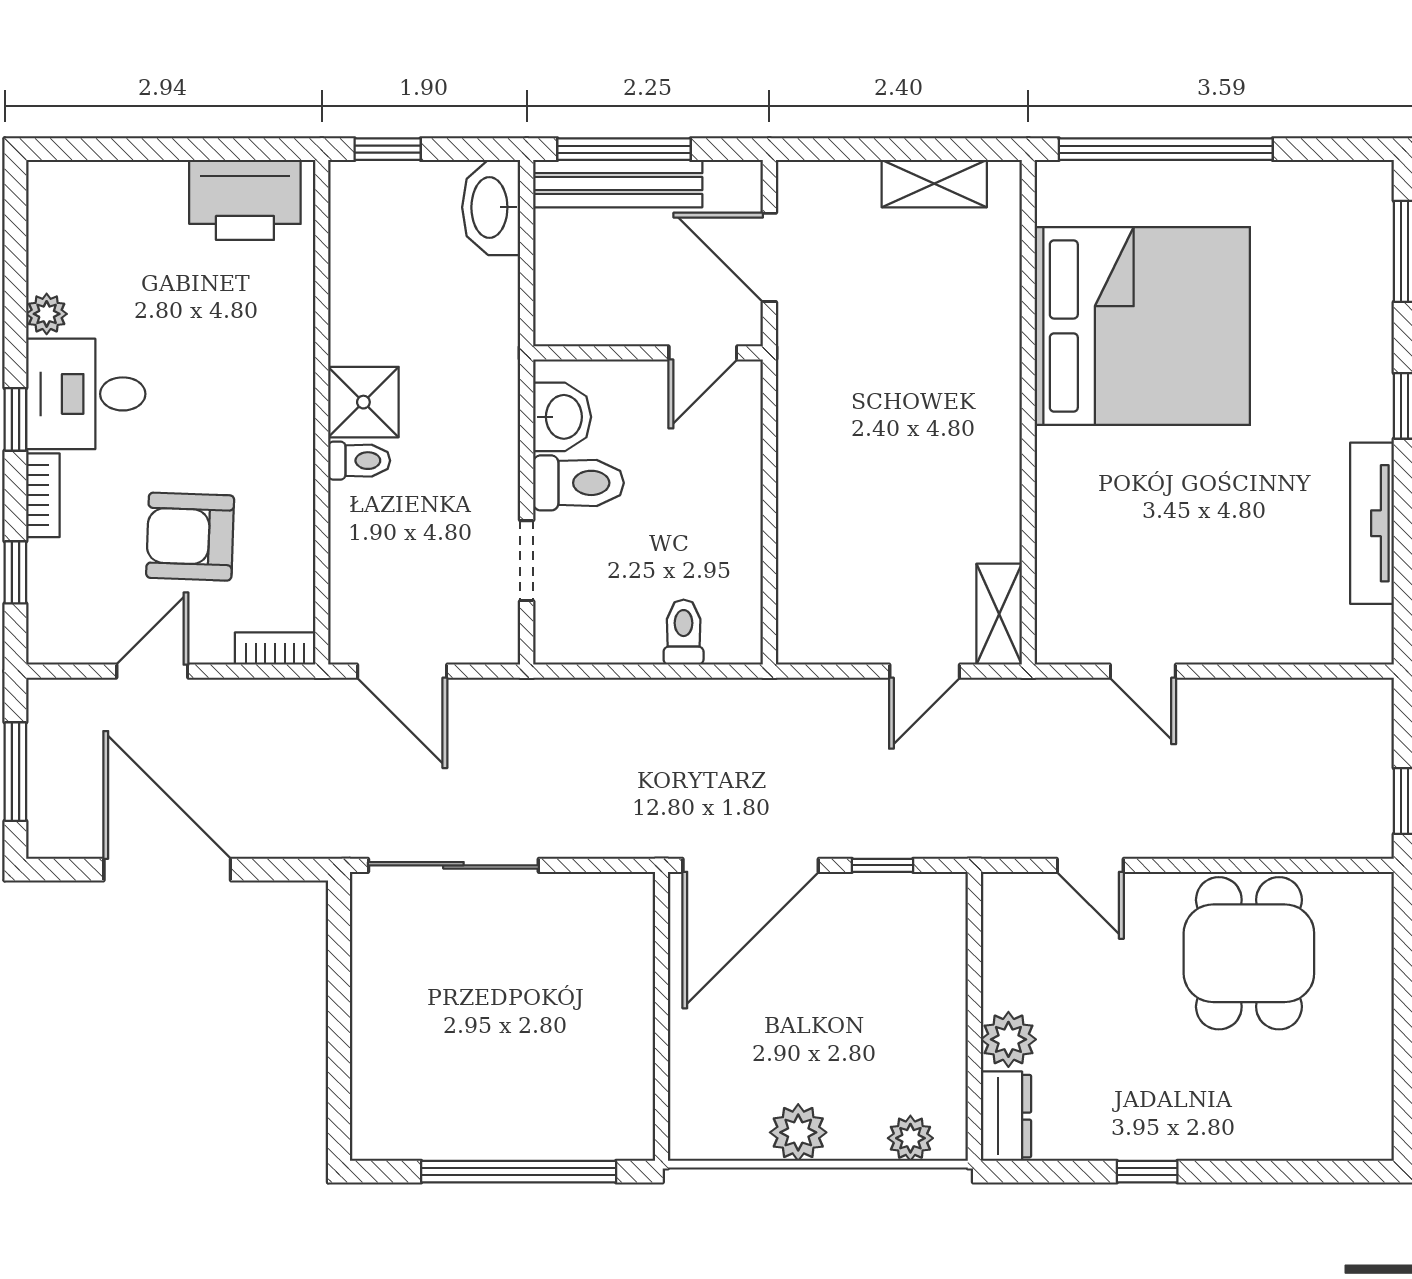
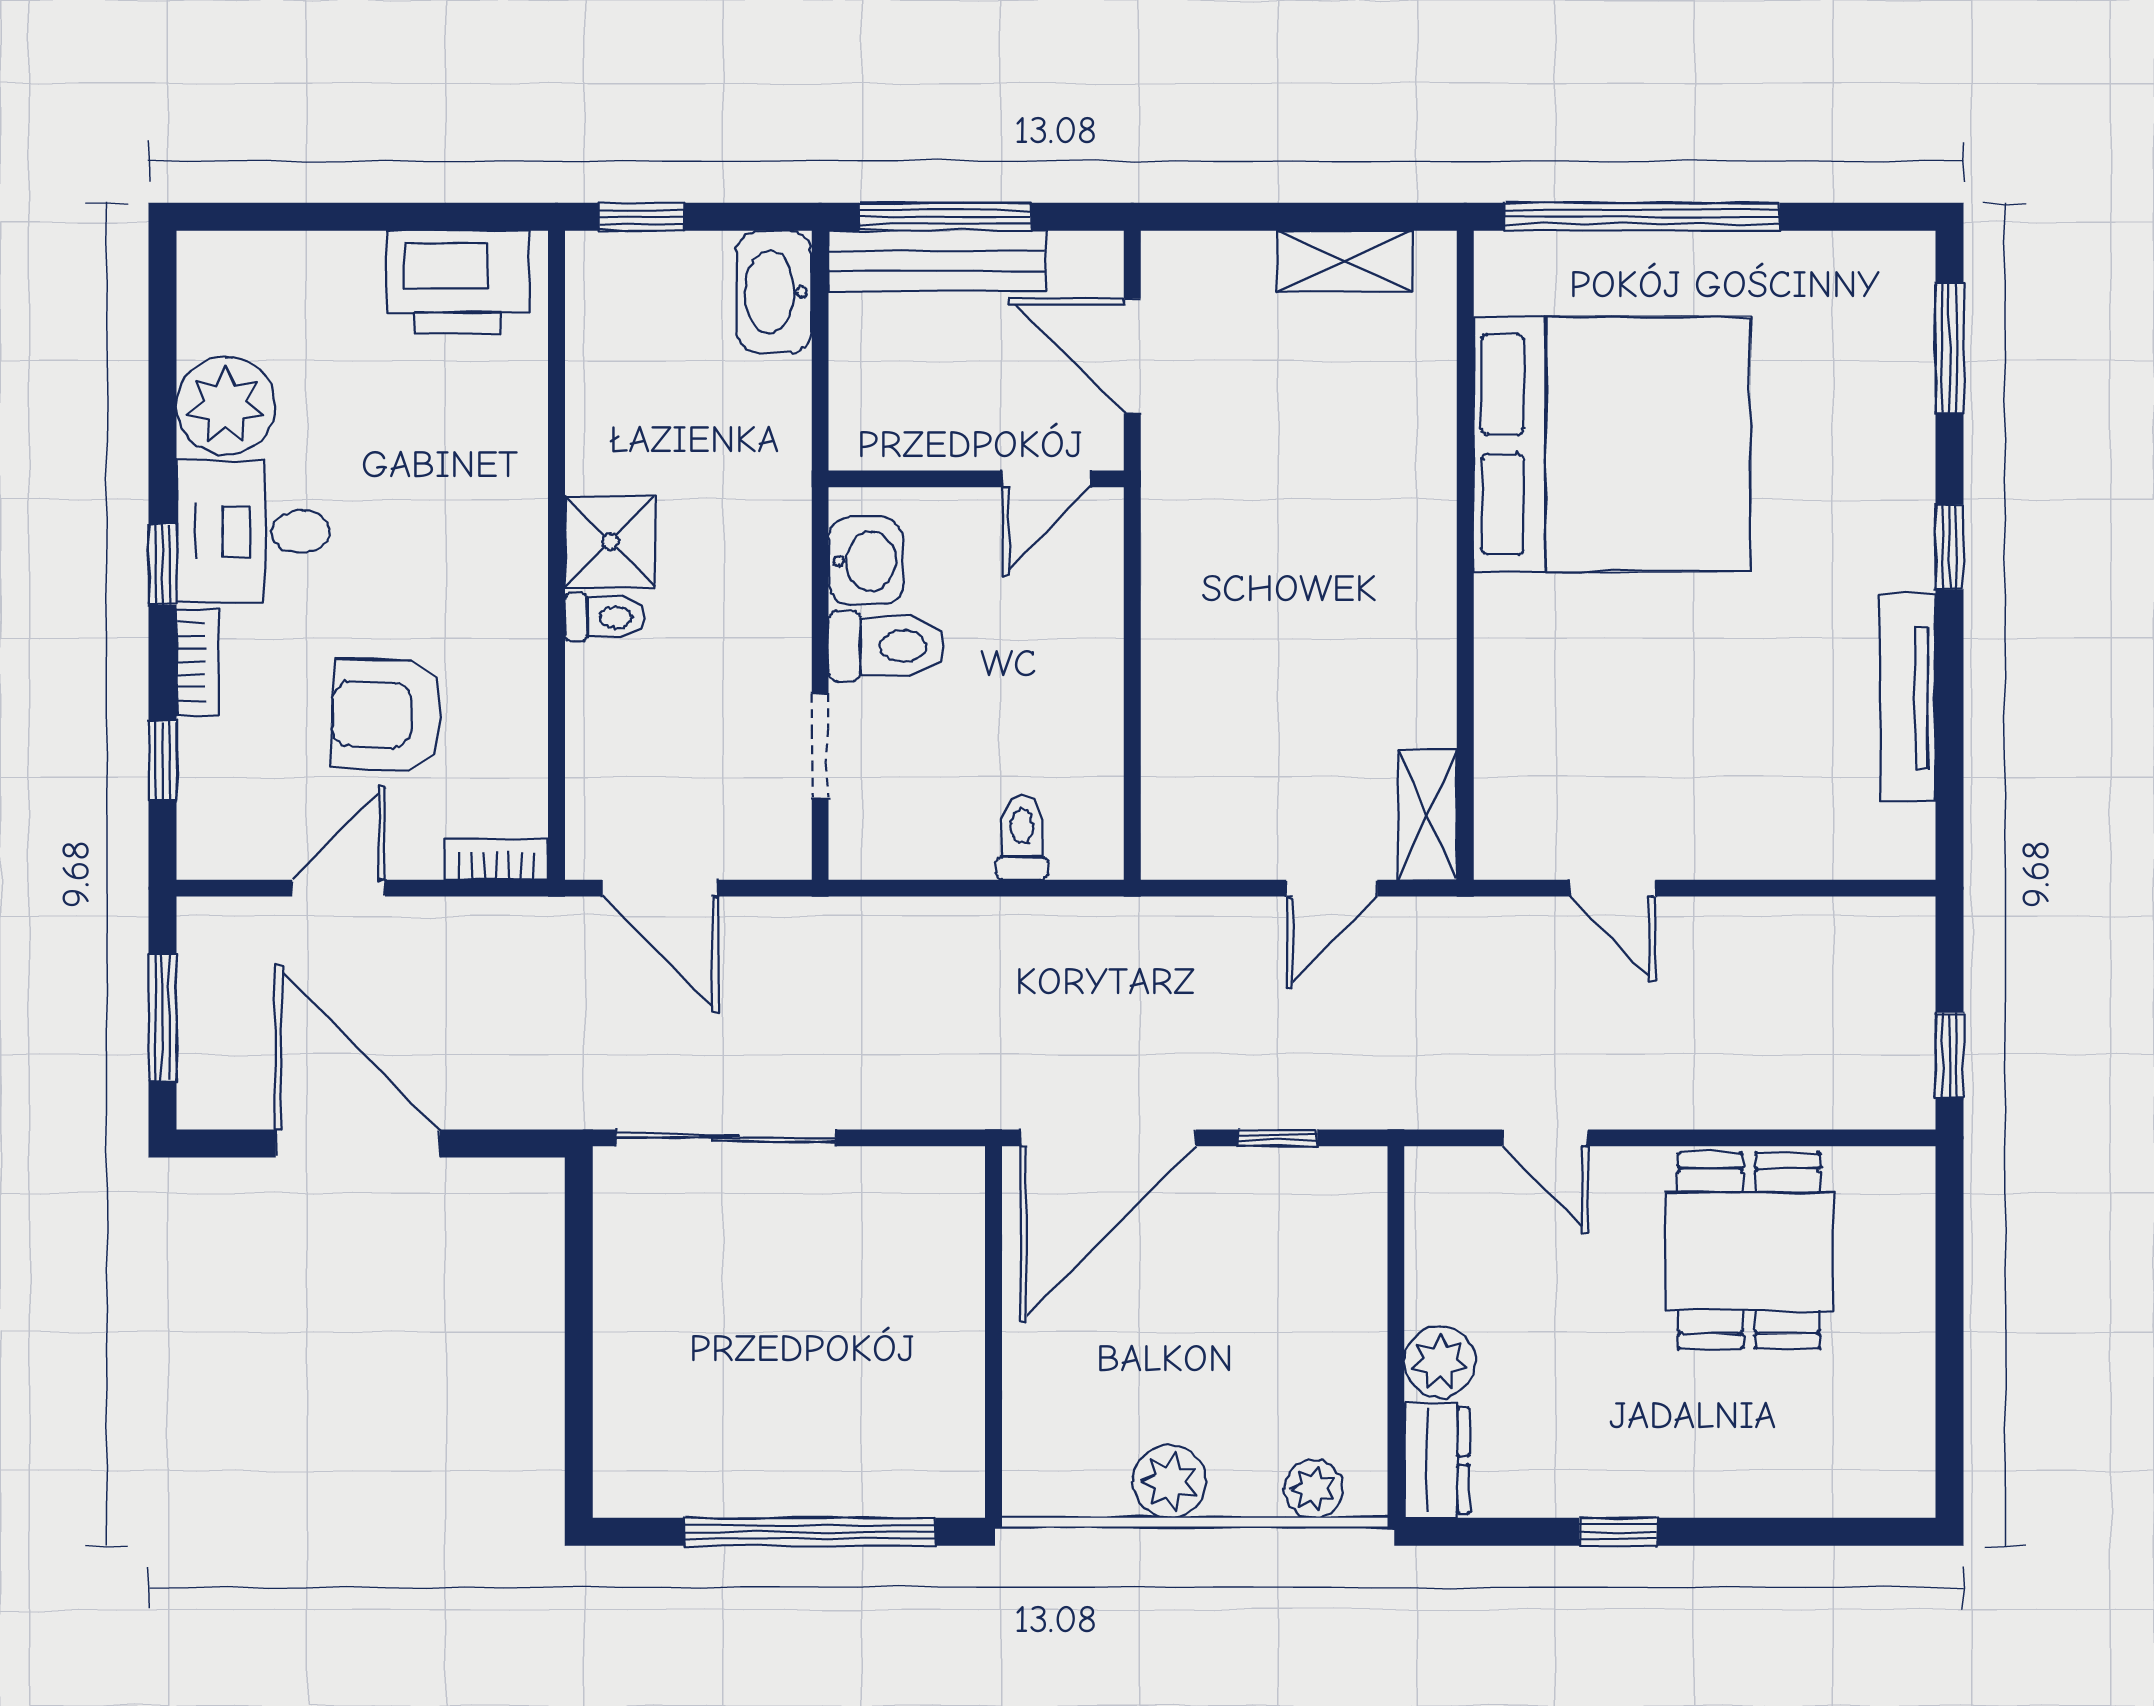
plant: (47, 314) -> (226, 406), width x1.88, depth x1.88

